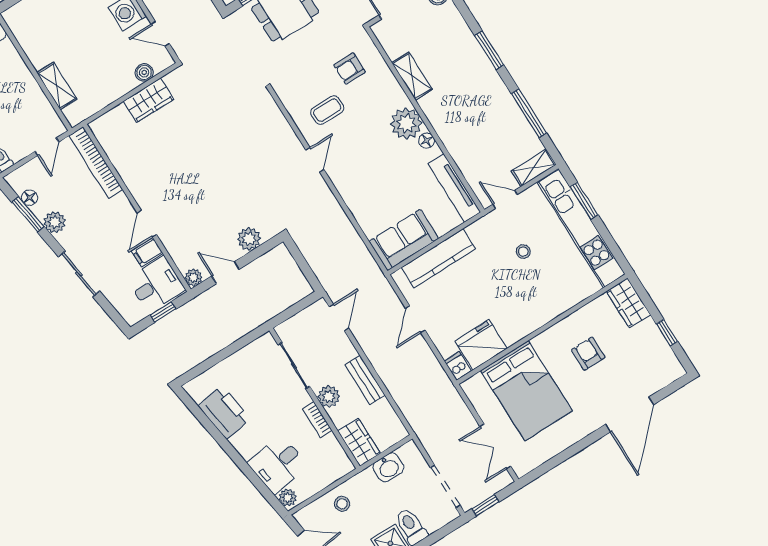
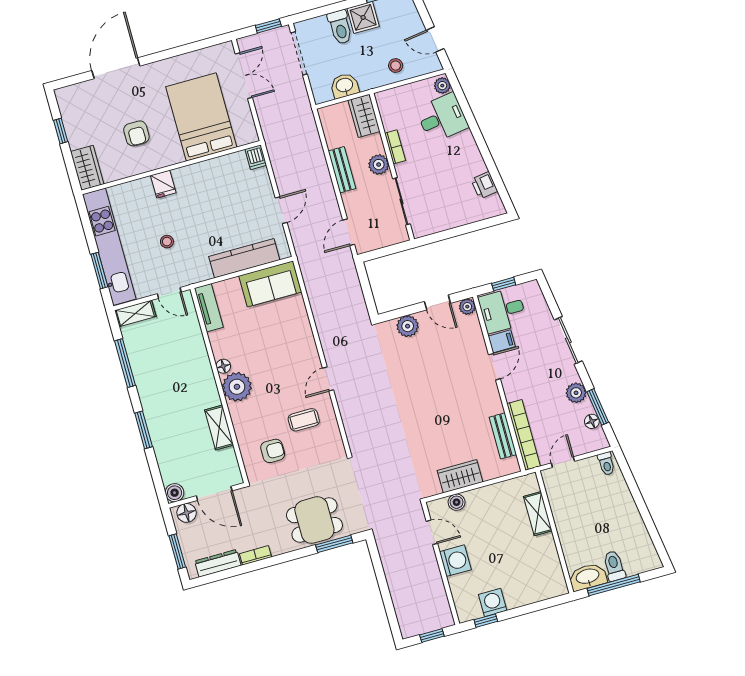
bench: (117, 155) -> (503, 436), added
tv unit: (454, 188) -> (209, 308), width x0.71
fridge: (481, 345) -> (163, 184), moved, width x0.53, depth x0.75
printer: (224, 412) -> (484, 185), width x0.53, depth x0.68

